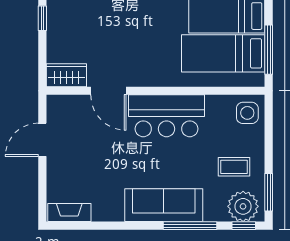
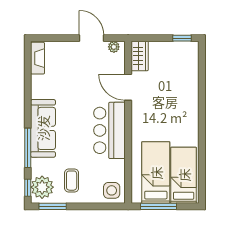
door: (108, 91) -> (128, 87), hinge flipped
plant: (54, 110) -> (114, 47), added

